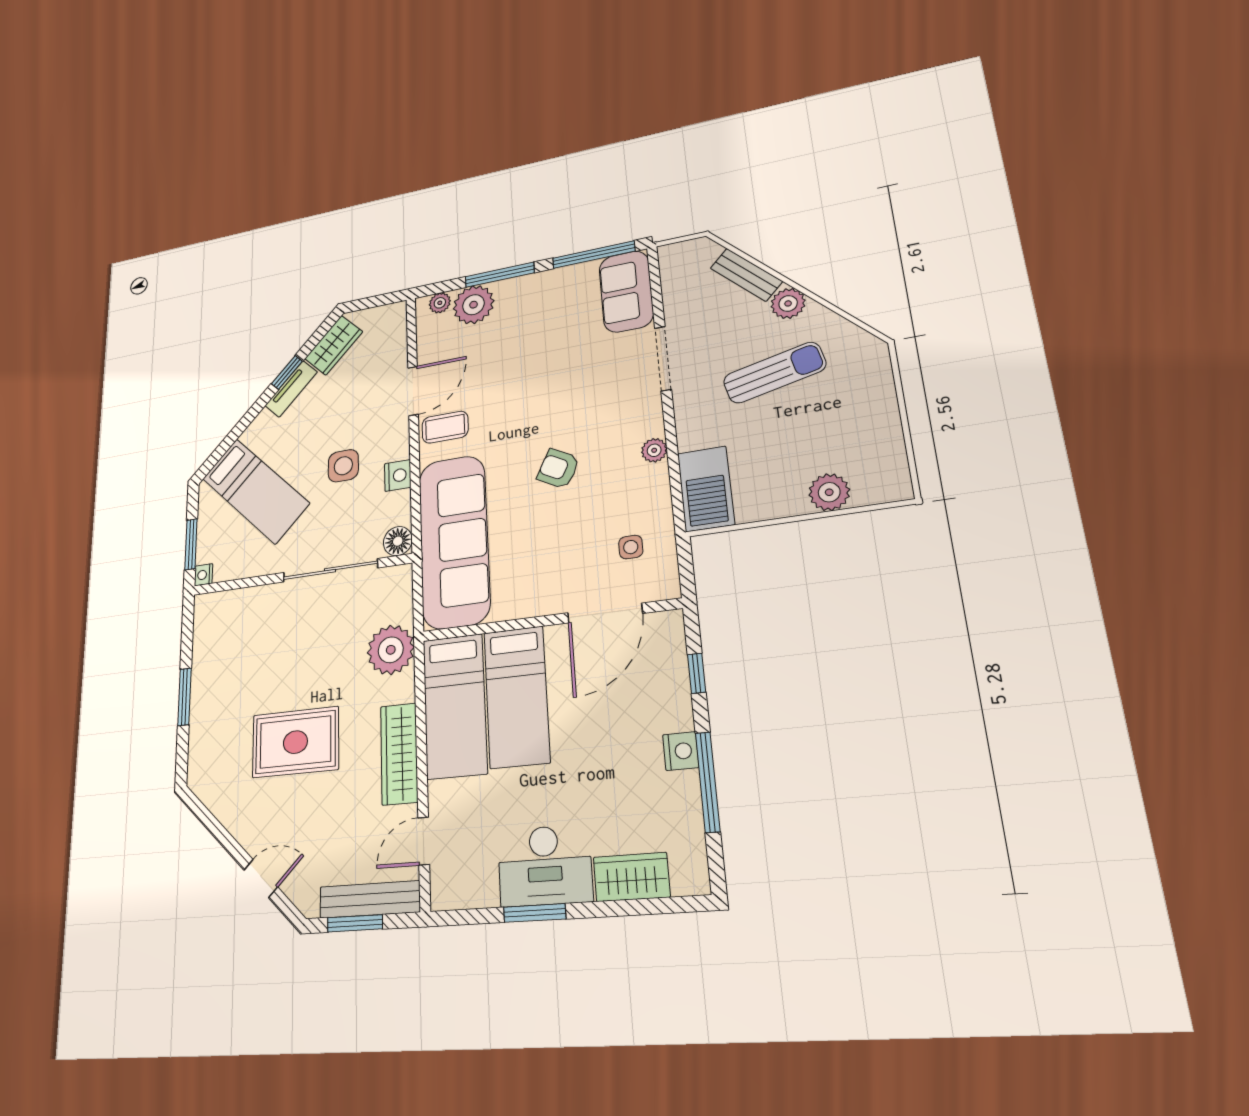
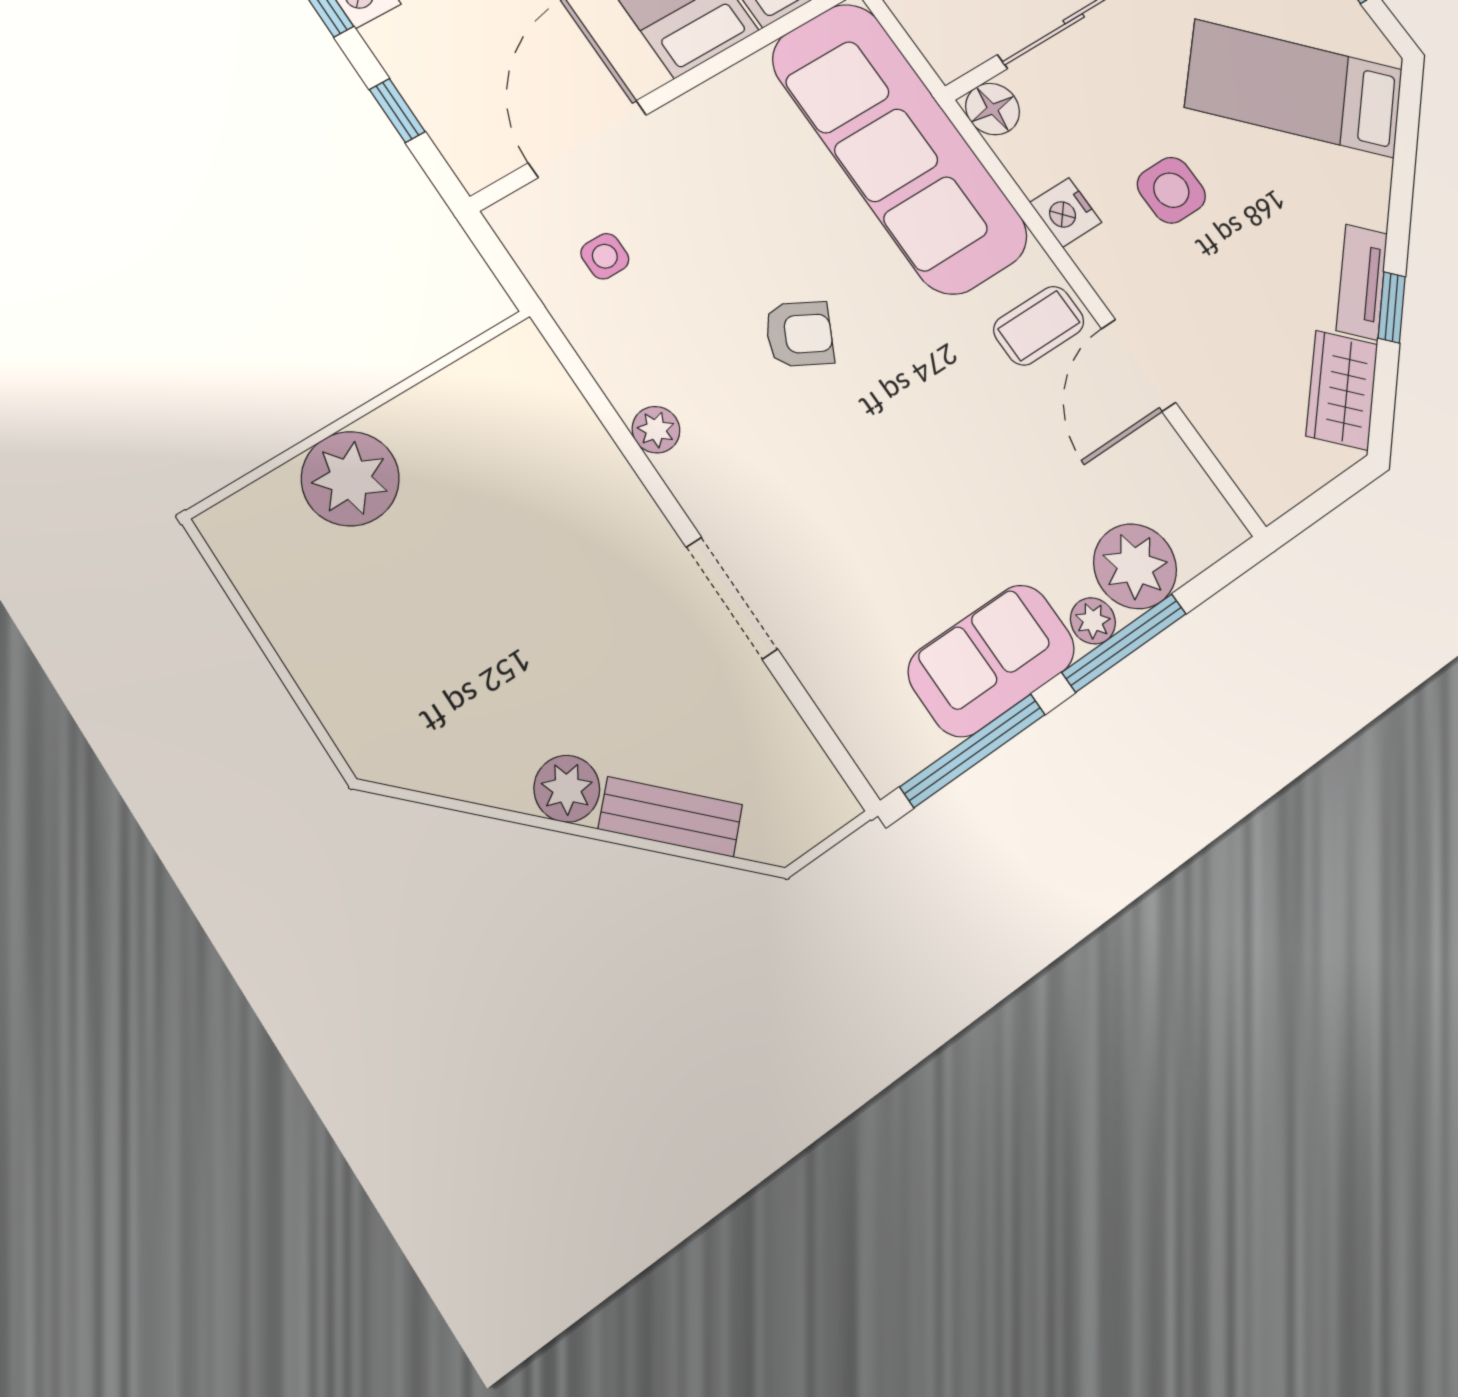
sofa: (626, 291) -> (992, 660), moved, turned -90
plant: (440, 303) -> (1093, 621), moved
sun lounger: (774, 373) -> (525, 648), removed
barbecue: (706, 489) -> (535, 400), removed
plant: (829, 492) -> (350, 479), width x1.36, depth x1.36

